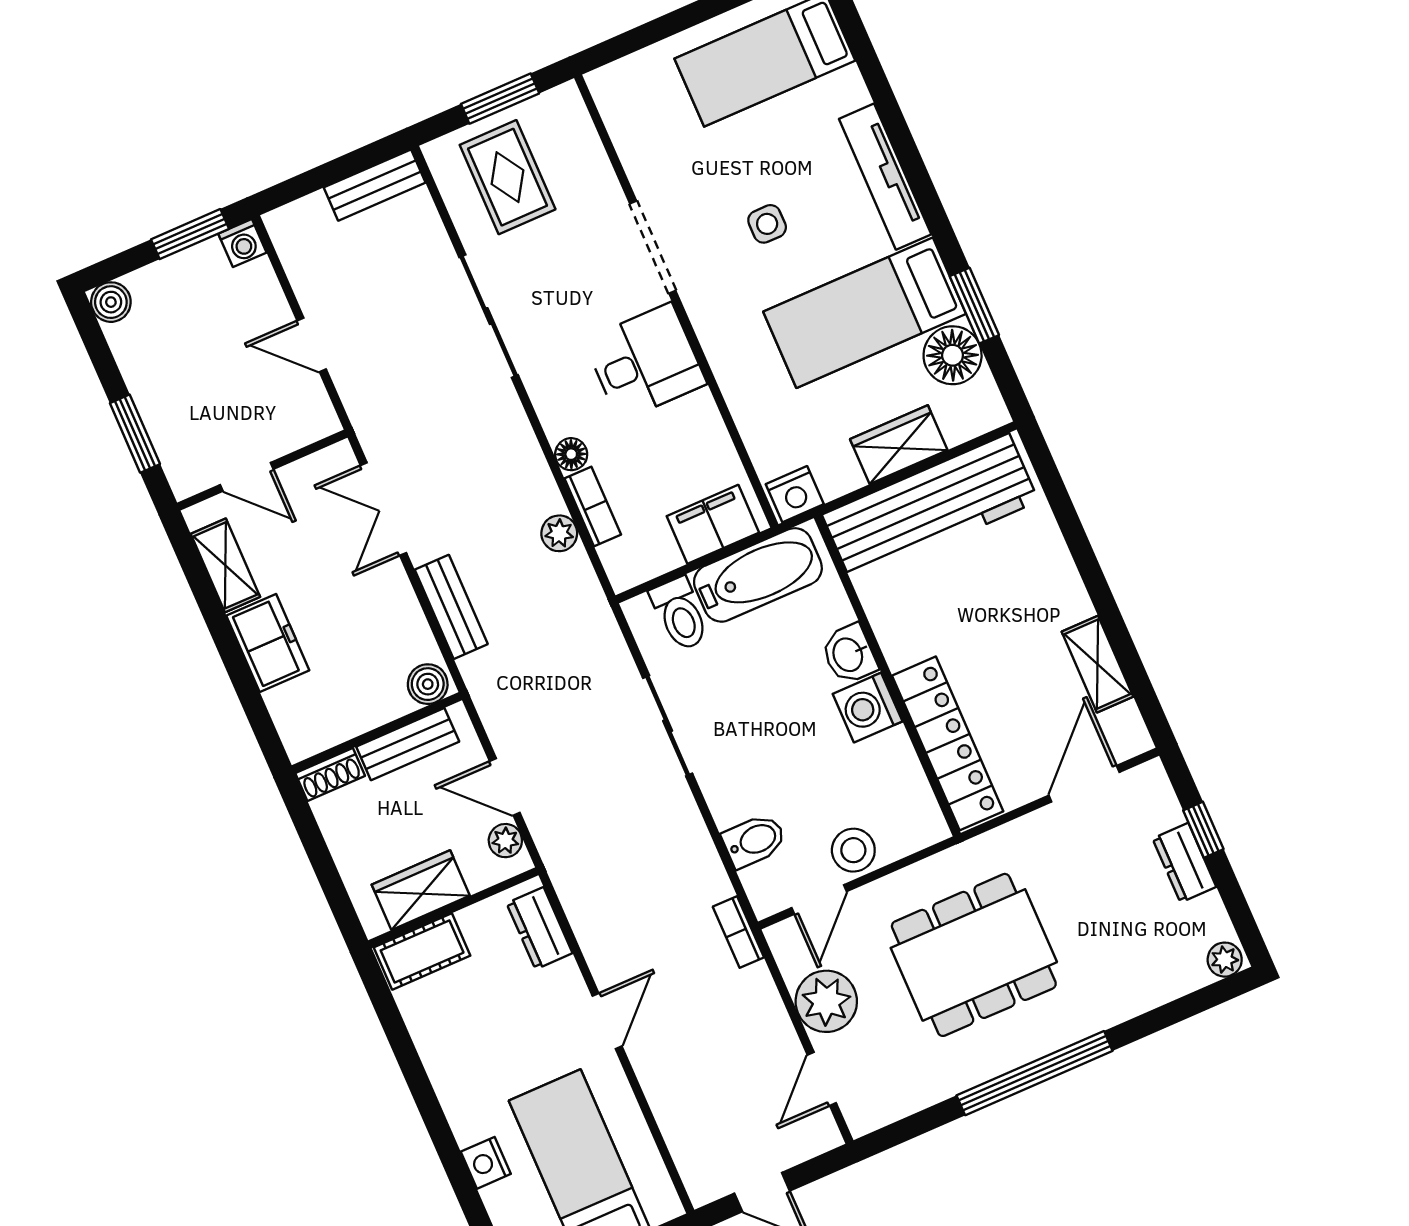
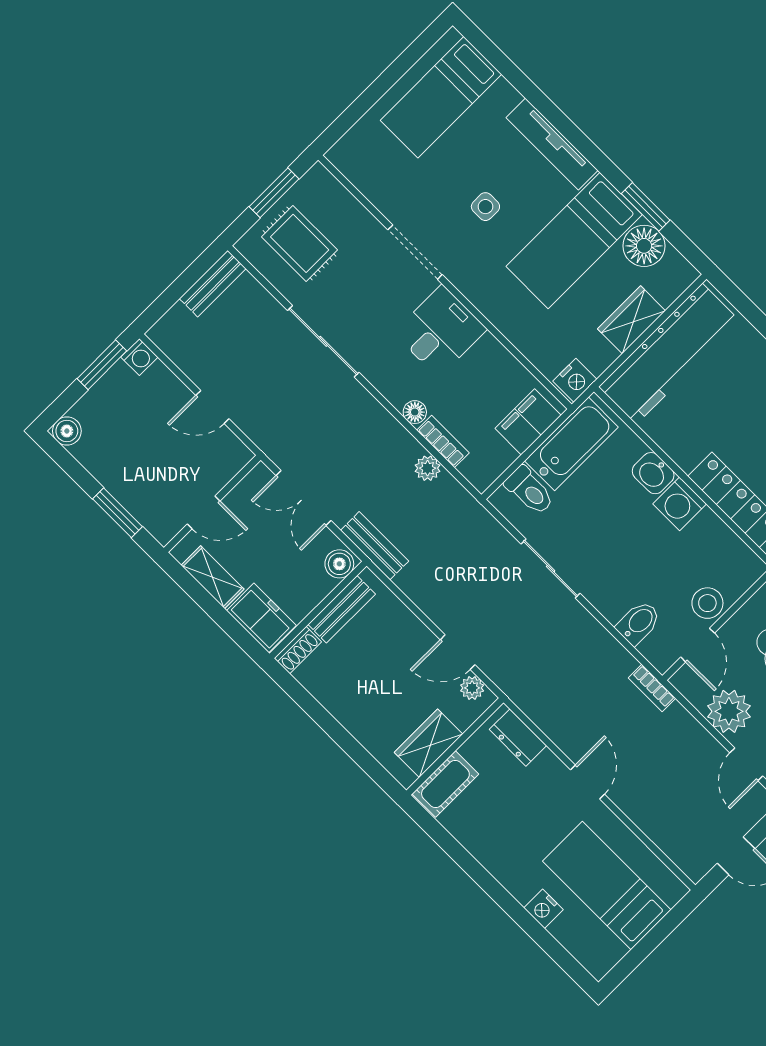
boiler: (428, 684) -> (339, 564), moved
wall: (377, 733) -> (318, 610), moved
bench: (408, 744) -> (342, 609), moved
shoe rack: (330, 775) -> (298, 650), moved

